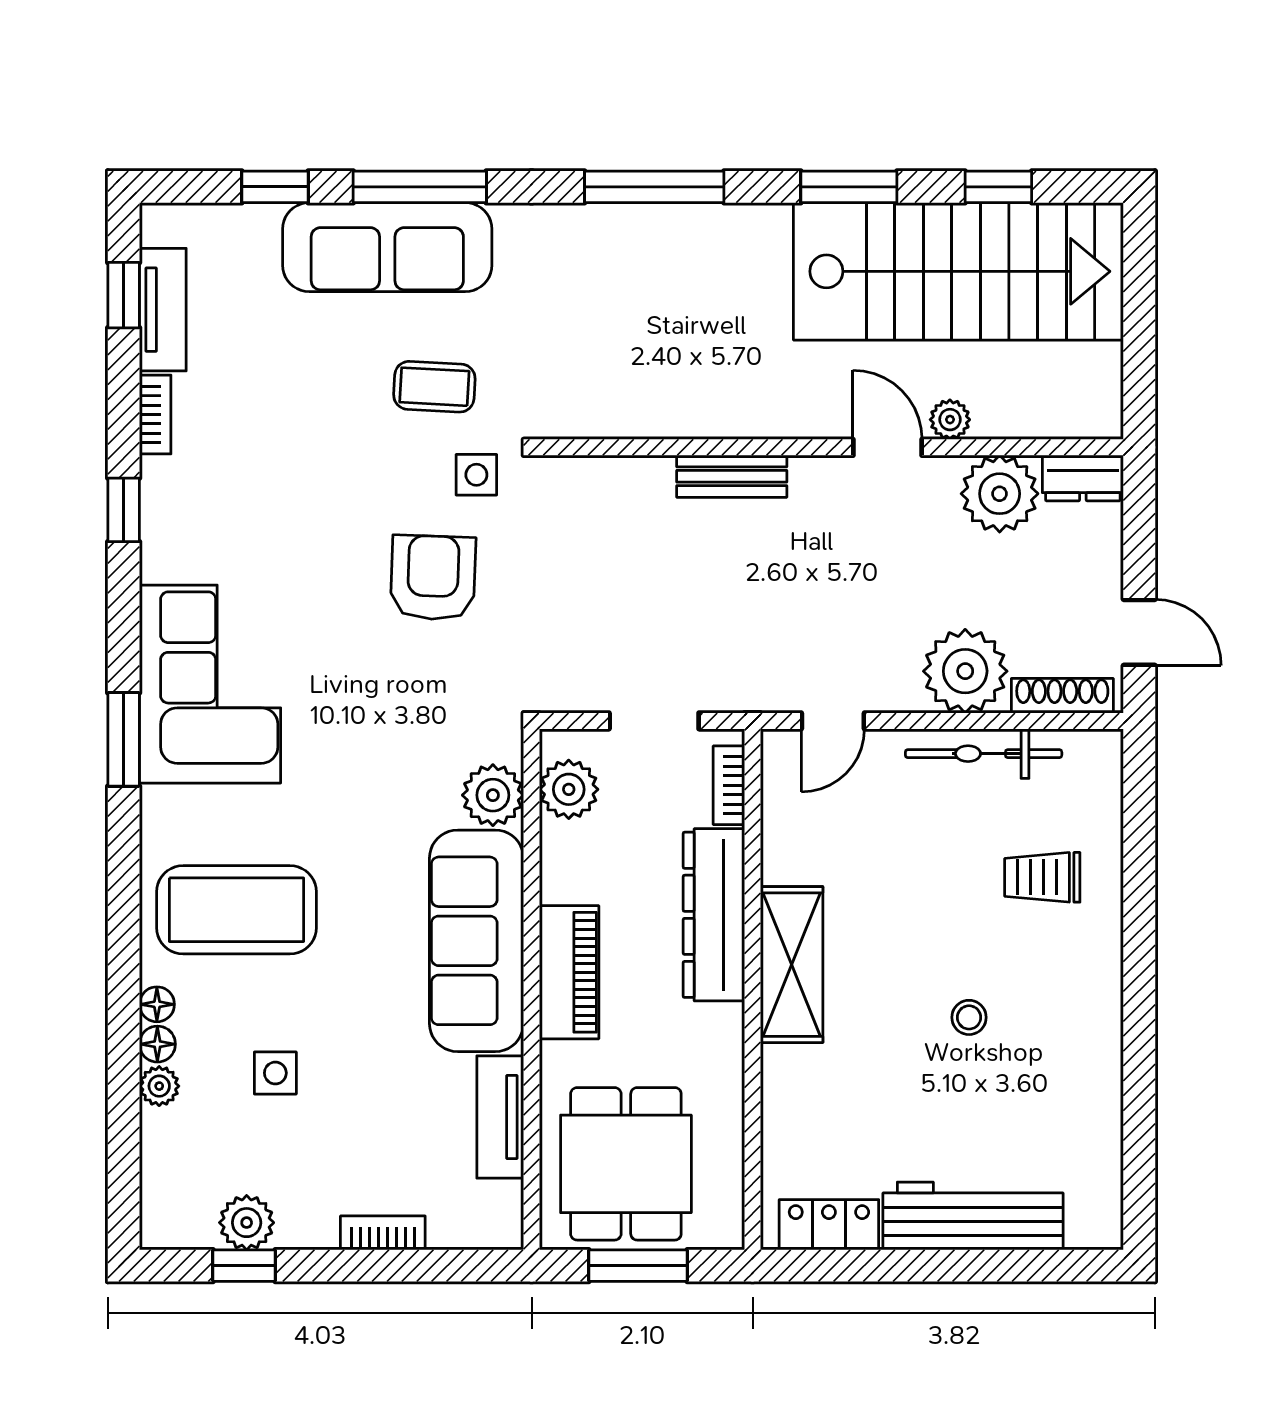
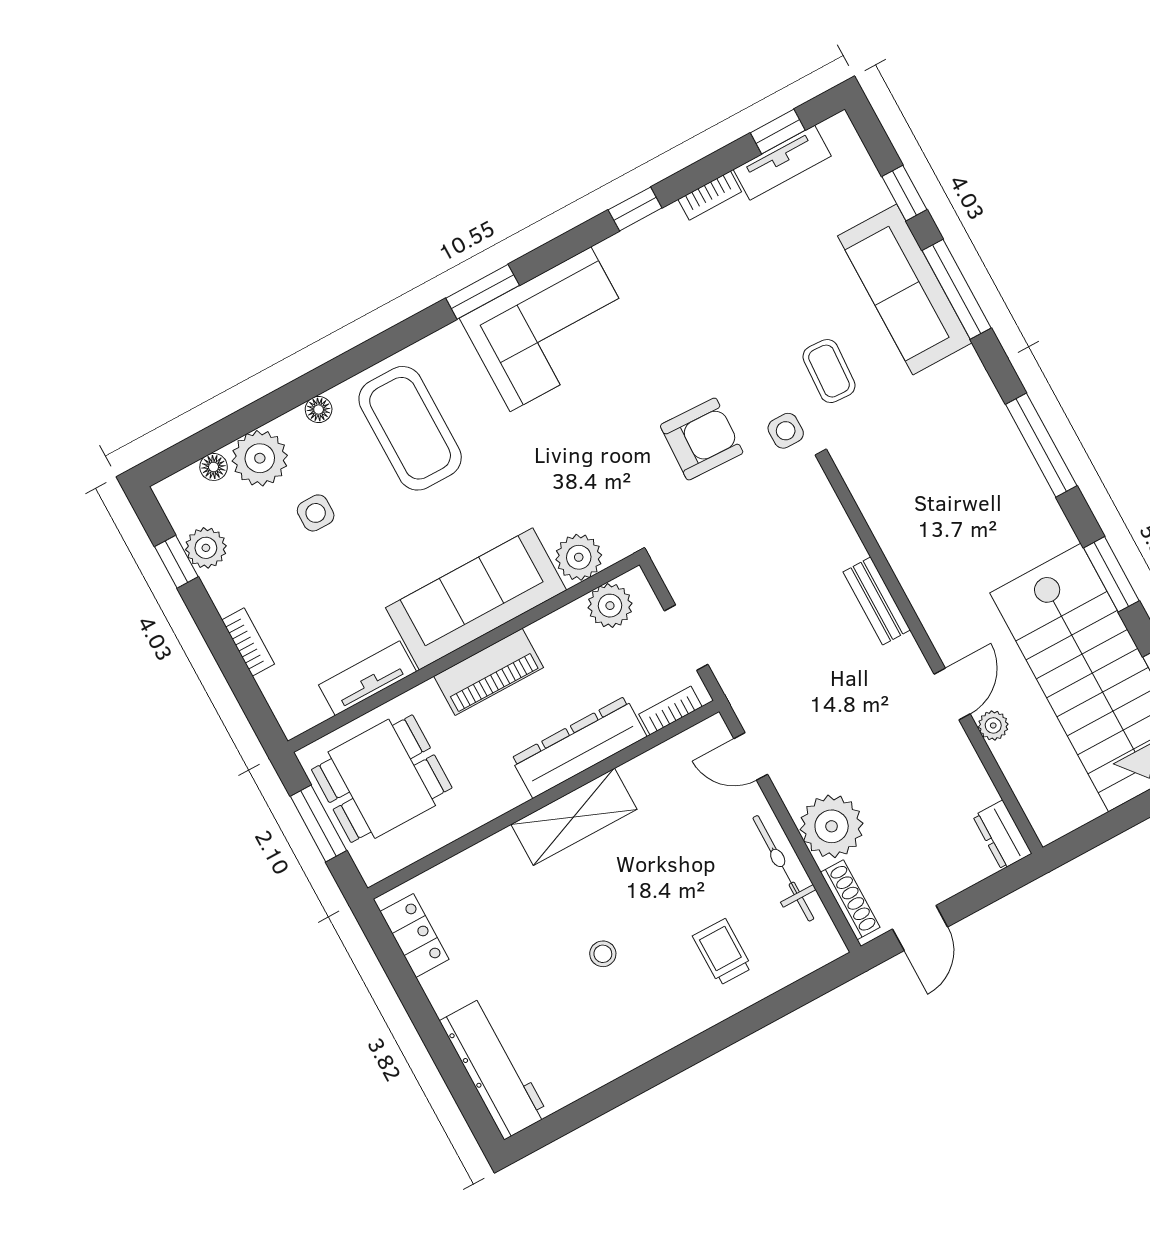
plant: (1000, 494) -> (962, 785), removed
floor lamp: (157, 1044) -> (214, 467), moved
plant: (159, 1086) -> (260, 458), width x1.87, depth x1.87
workbench: (973, 1216) -> (494, 1068), moved

